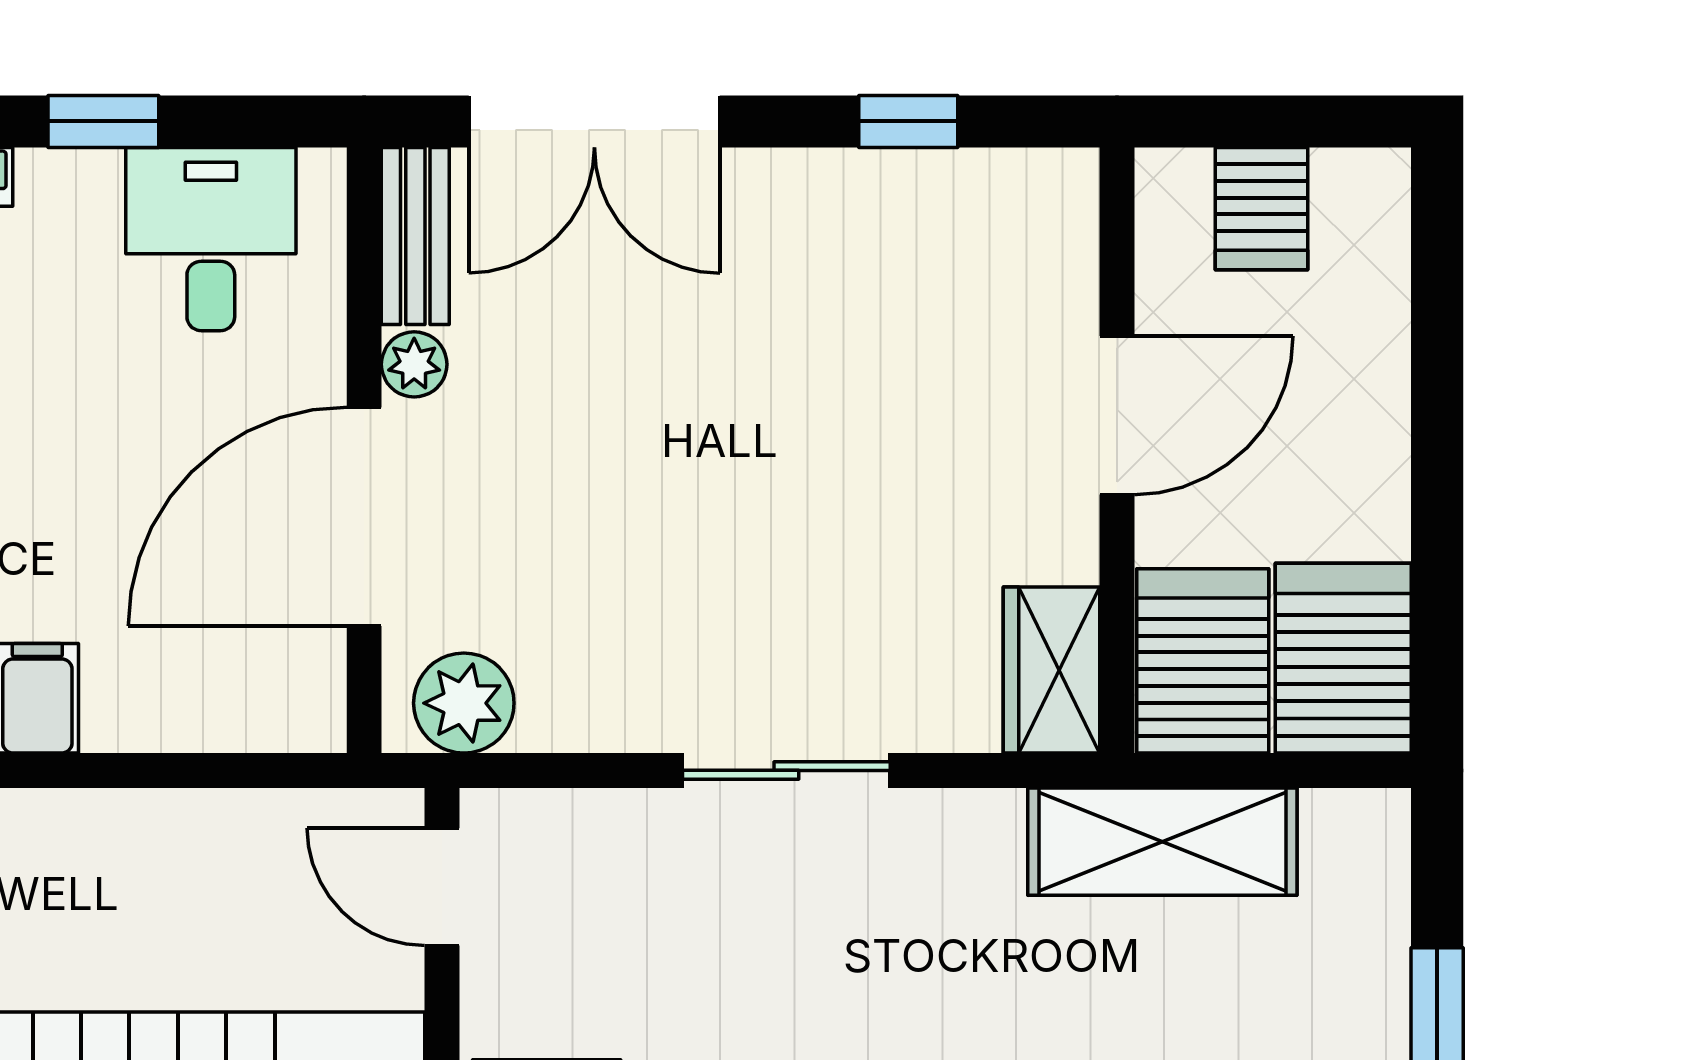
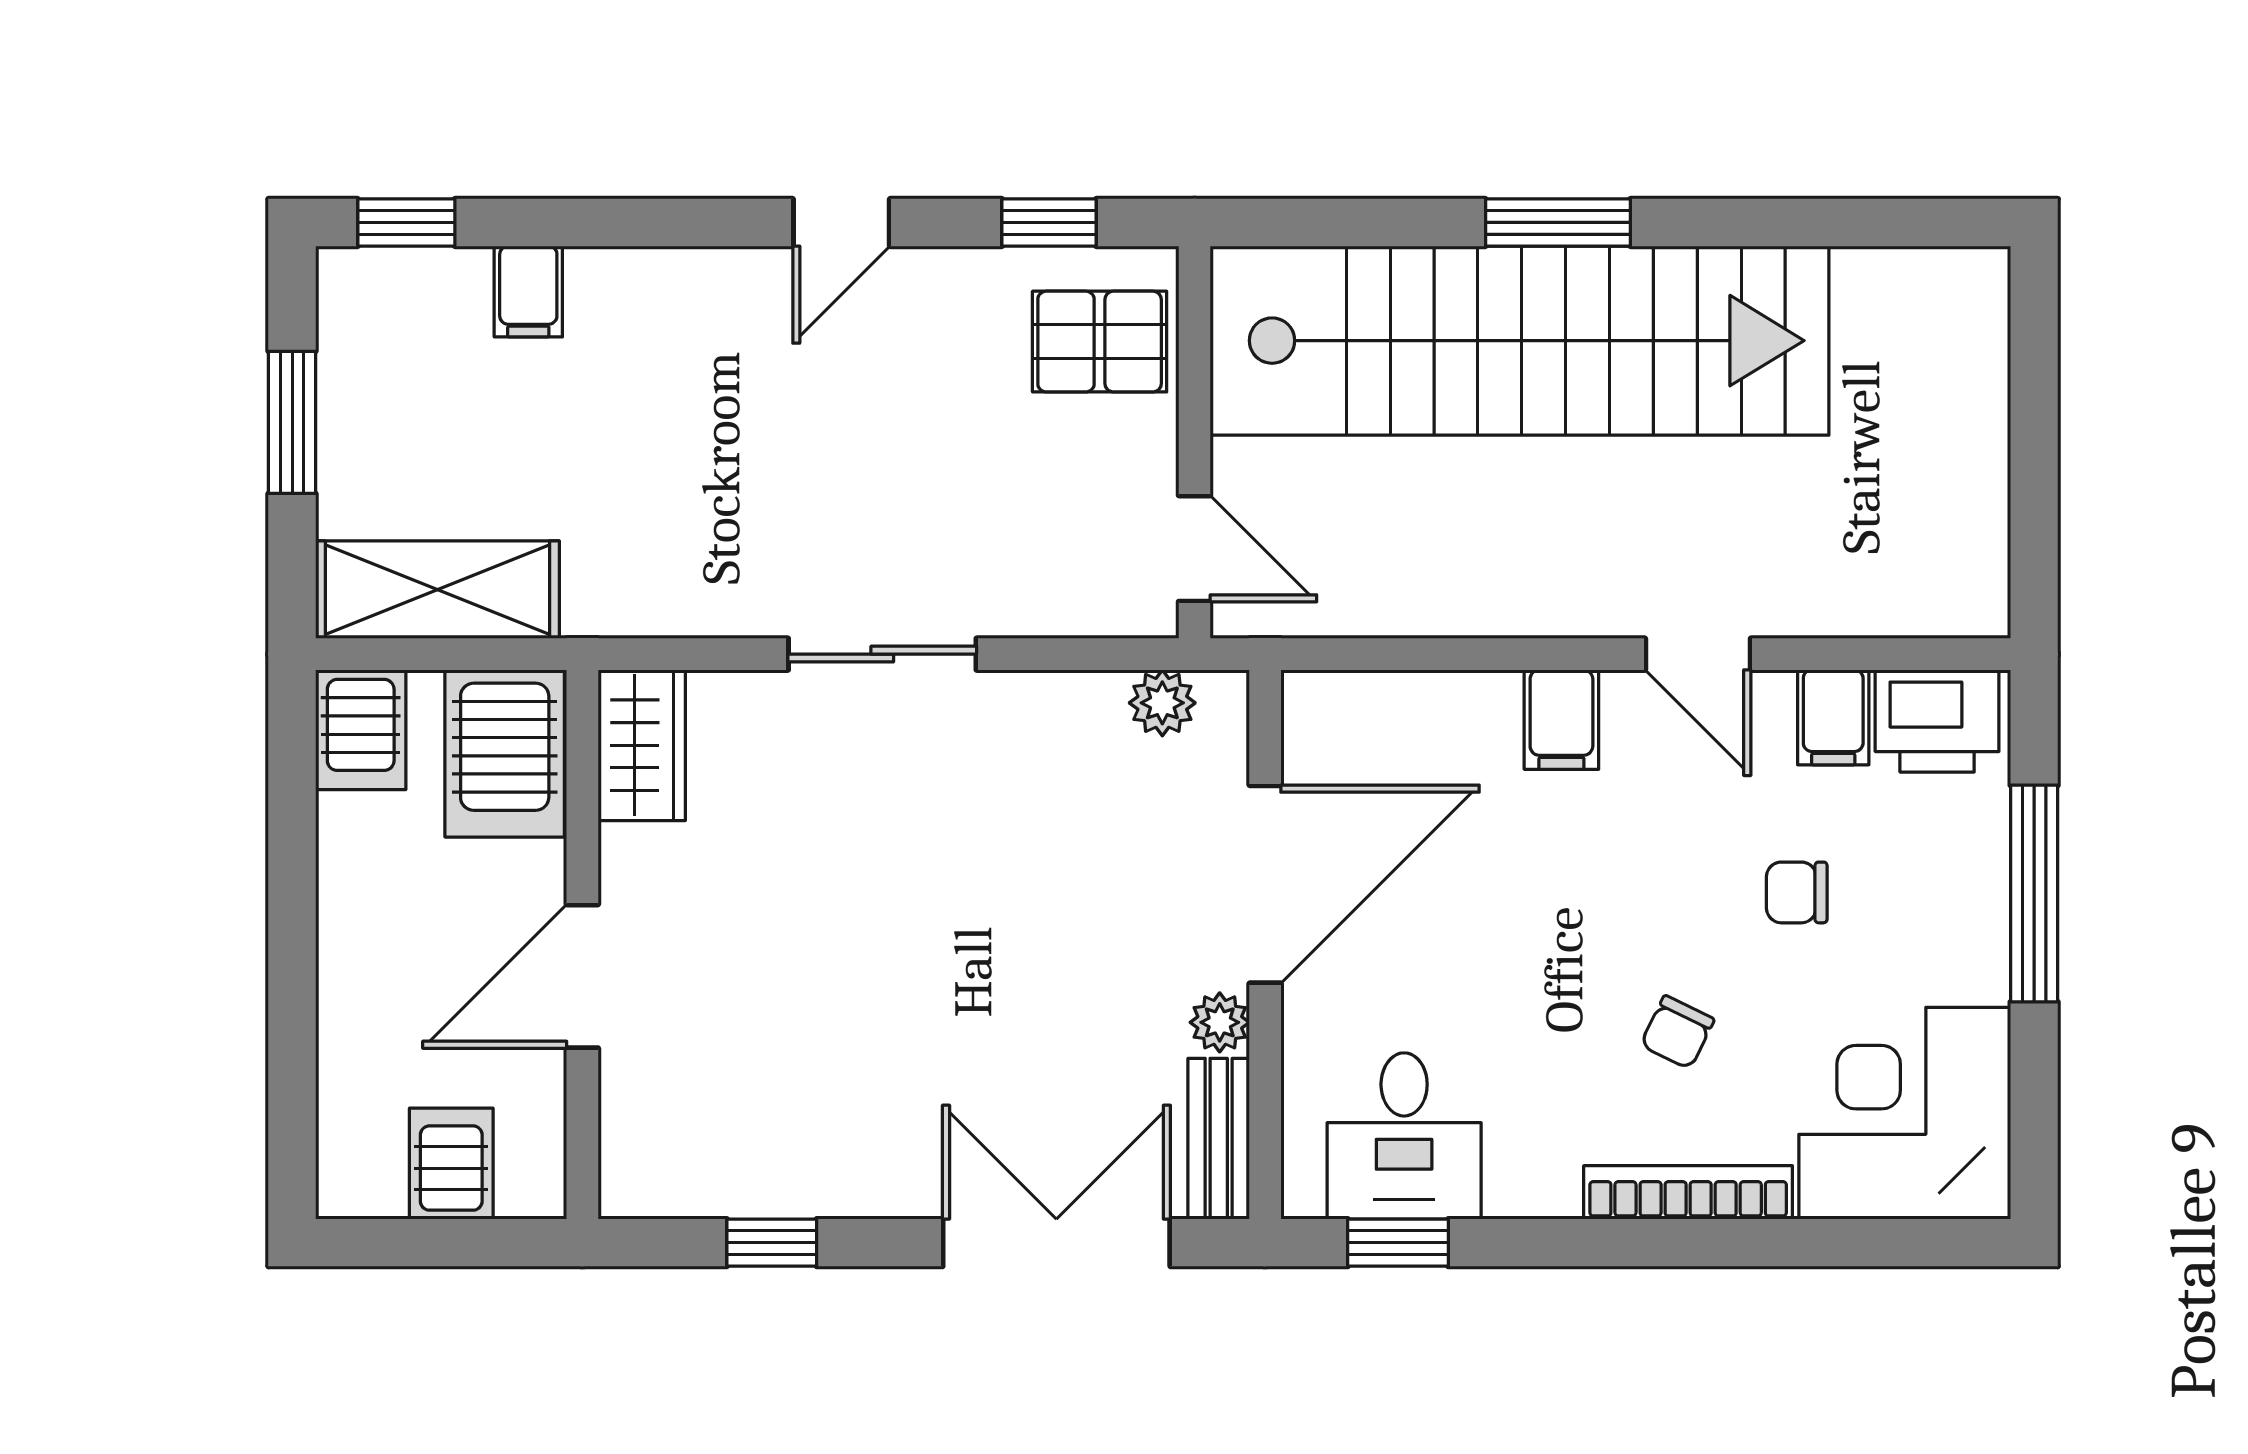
window: (103, 121) -> (1398, 1243), moved
server rack: (1343, 658) -> (361, 730), width x0.73, depth x0.70
plant: (464, 703) -> (1162, 703), width x0.73, depth x0.73
shelving: (1162, 842) -> (437, 590), moved

